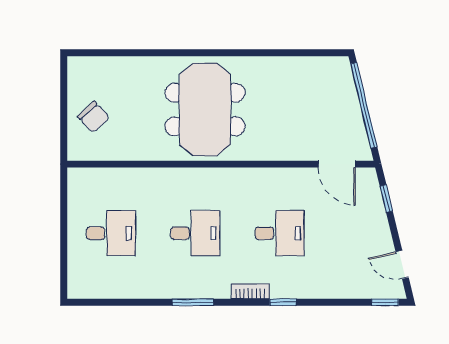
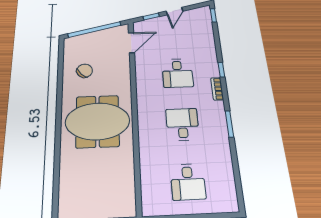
chair: (94, 117) -> (85, 71), moved
desk: (111, 233) -> (188, 182), turned 180
desk: (280, 233) -> (177, 73), turned 180
door: (402, 264) -> (174, 11), moved

